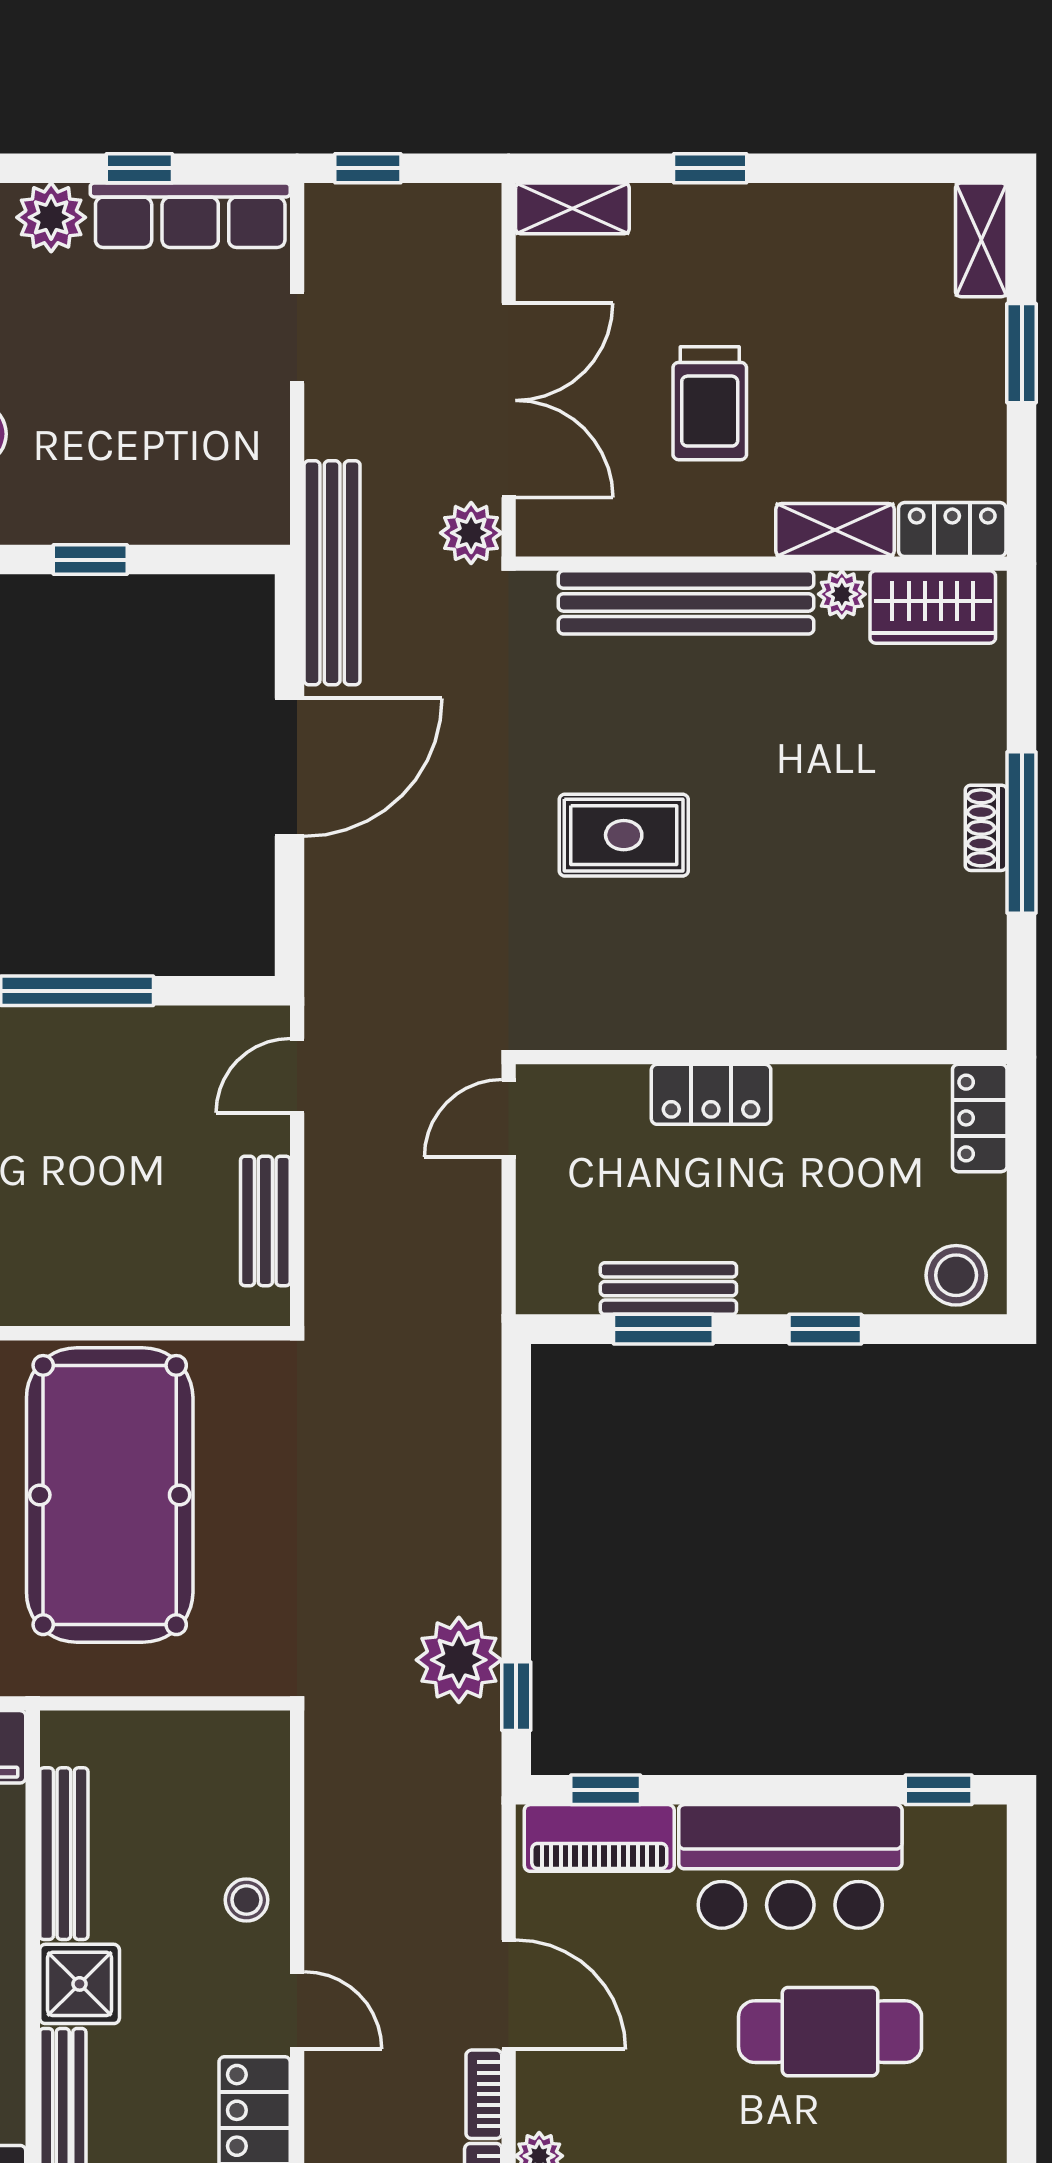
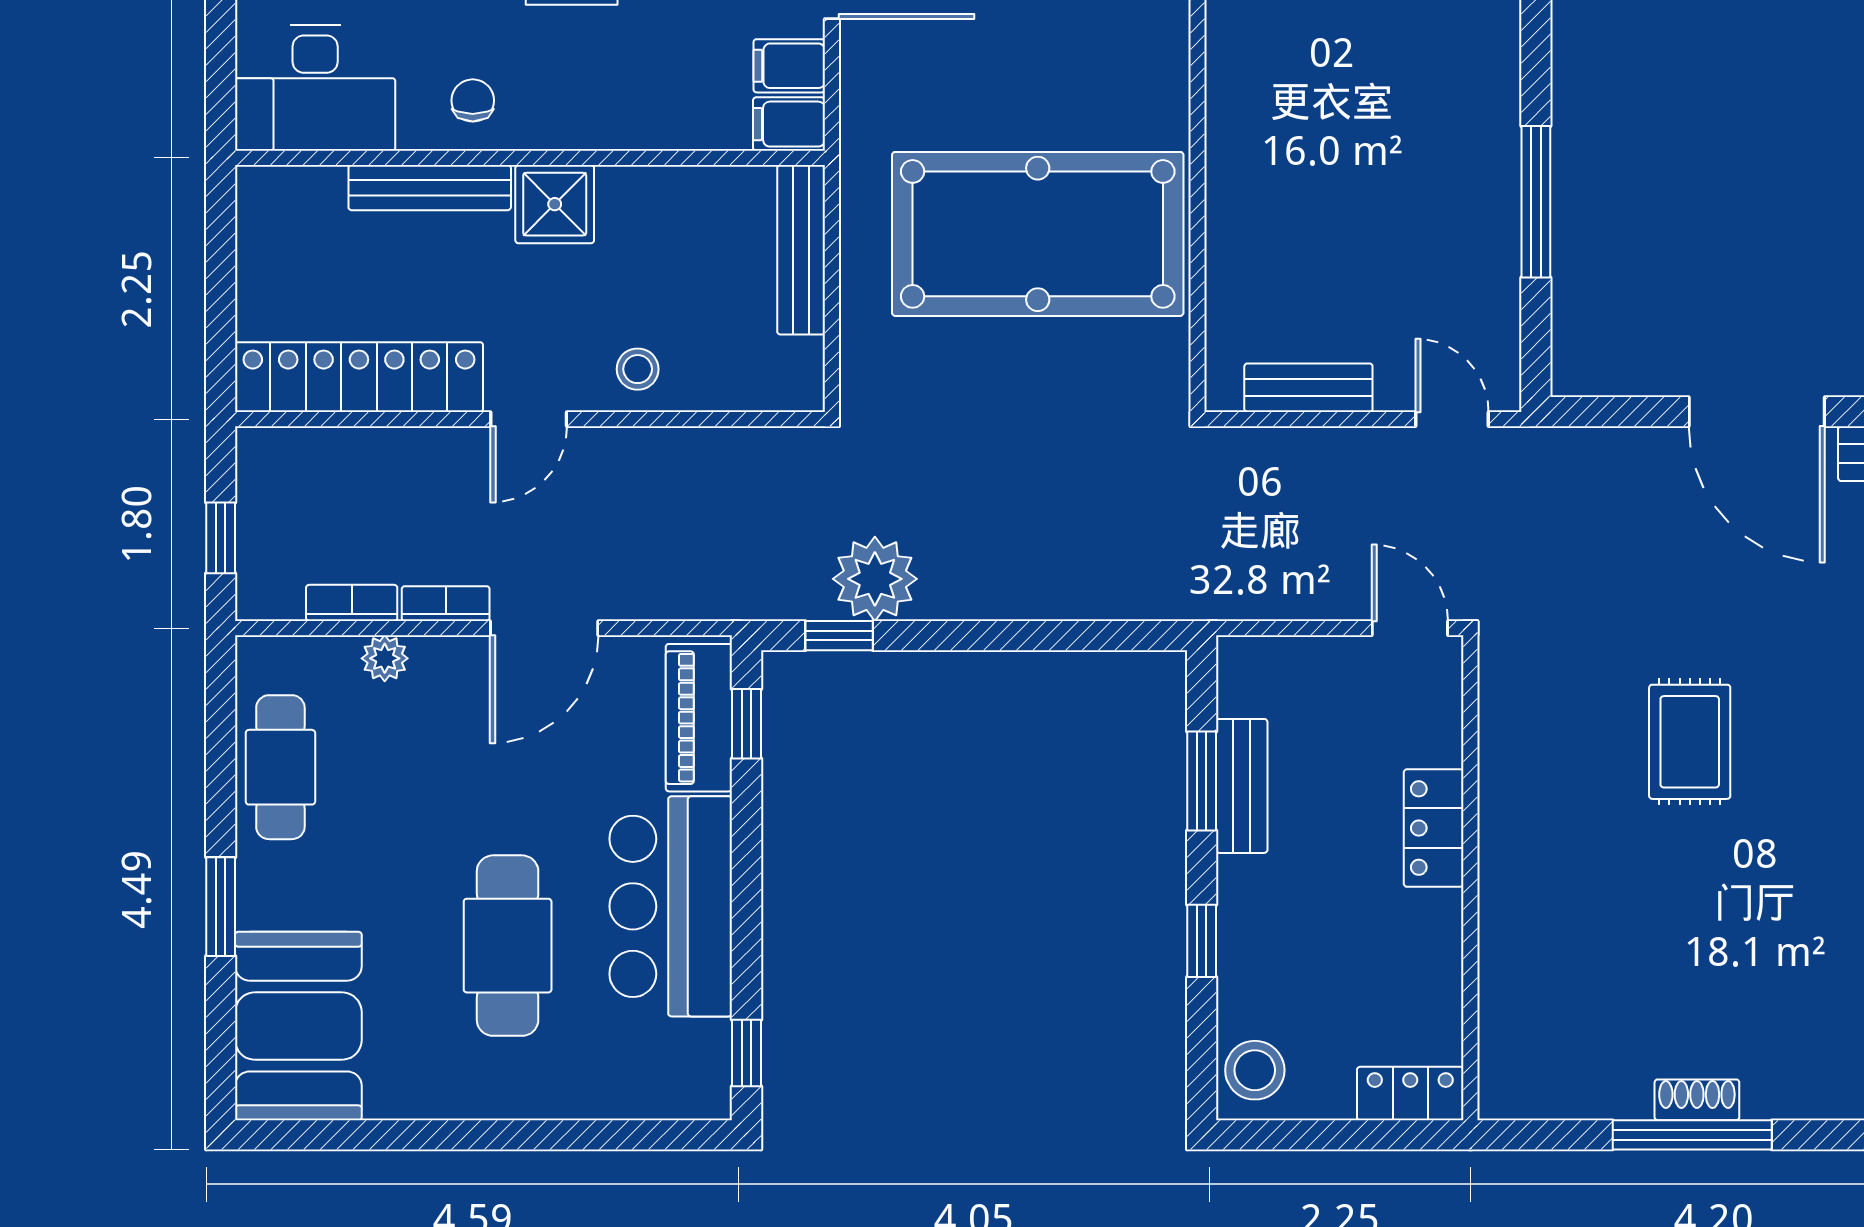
bench: (64, 1854) -> (801, 250), moved, turned 90

